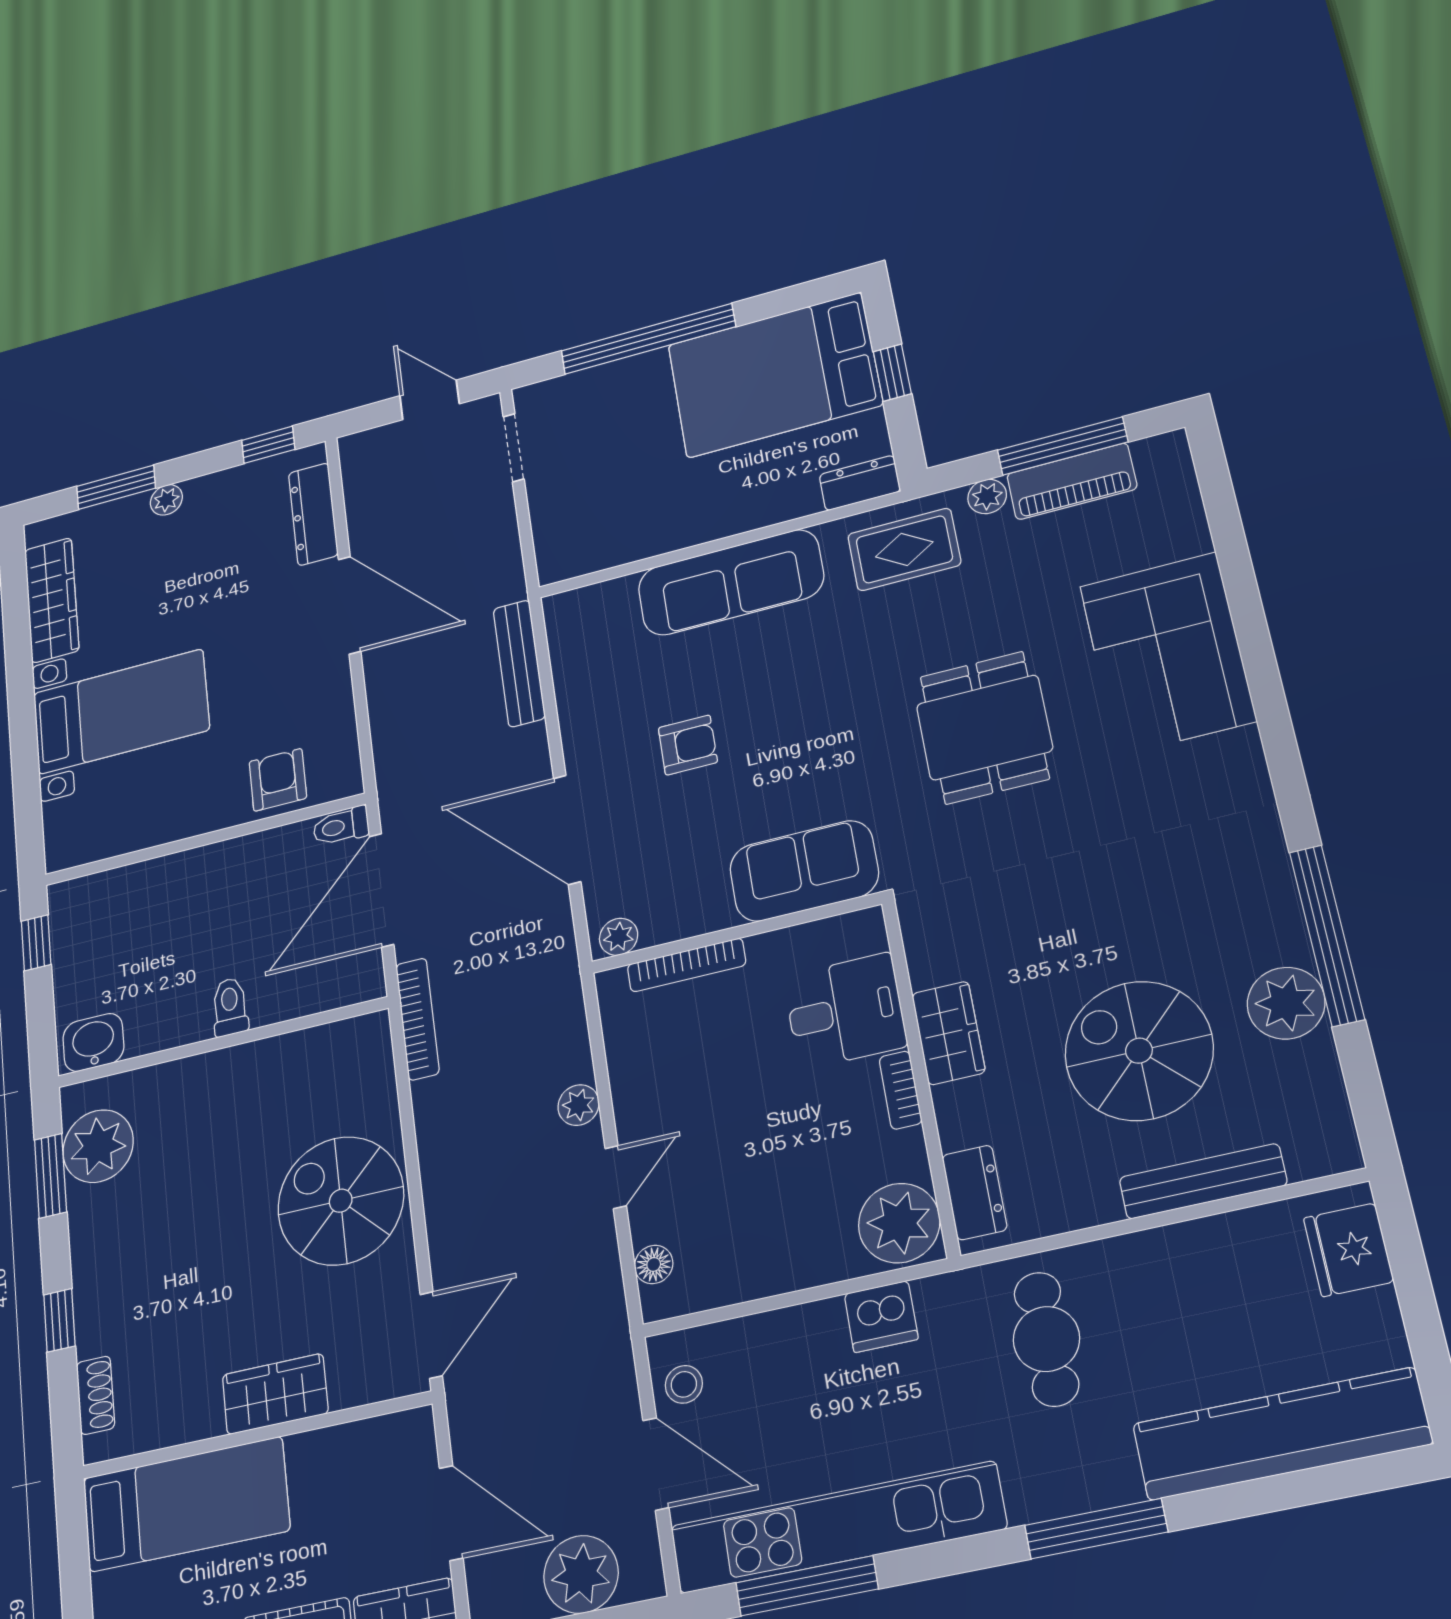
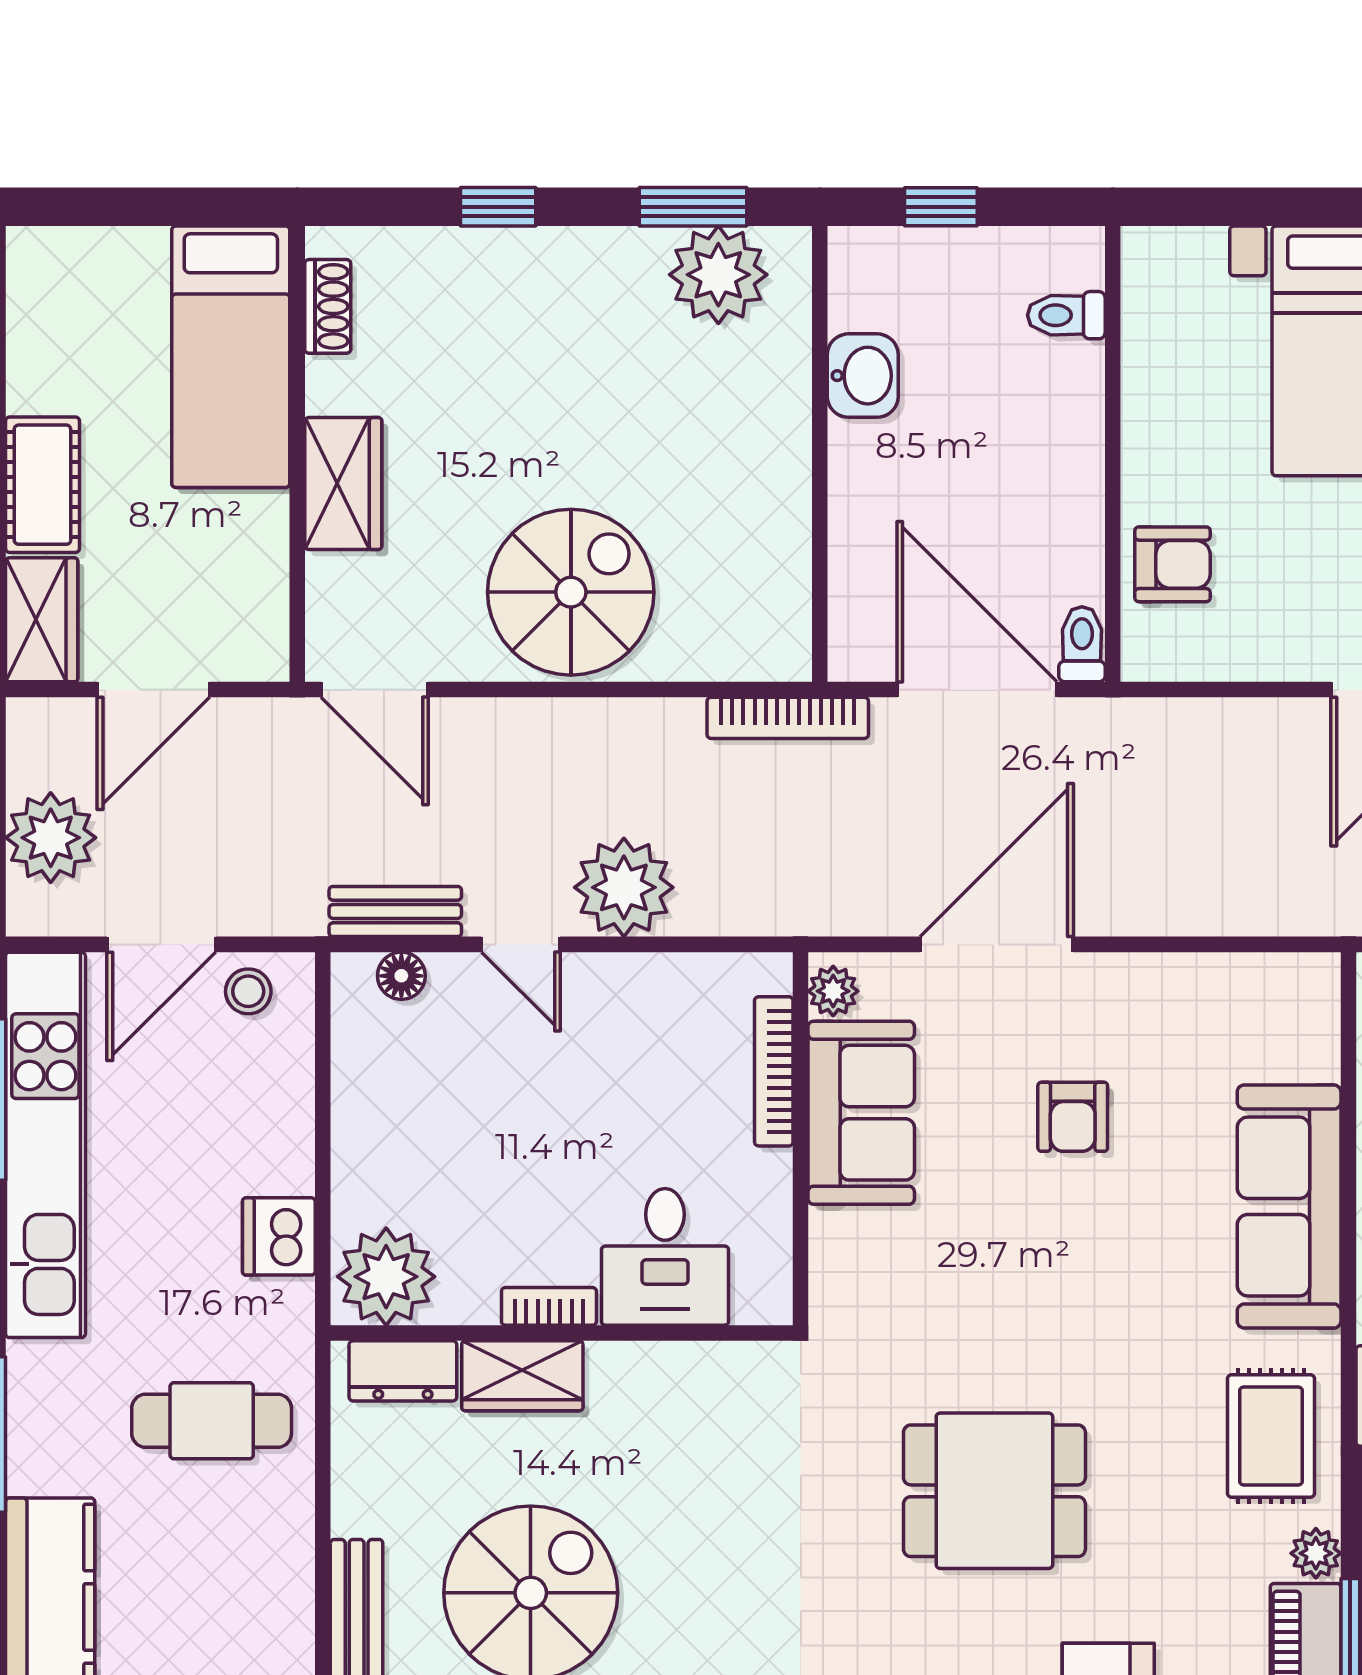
bench: (519, 663) -> (395, 912), moved, width x0.73
sofa: (804, 871) -> (861, 1113), moved
window: (36, 943) -> (941, 207), moved
toilet: (230, 1007) -> (1066, 315), moved, turned 180
wardrobe: (948, 1033) -> (522, 1376), moved
washbasin: (93, 1042) -> (863, 376), moved
plant: (578, 1105) -> (624, 887), width x1.87, depth x1.87
shoe rack: (95, 1395) -> (328, 306), moved, turned -90

